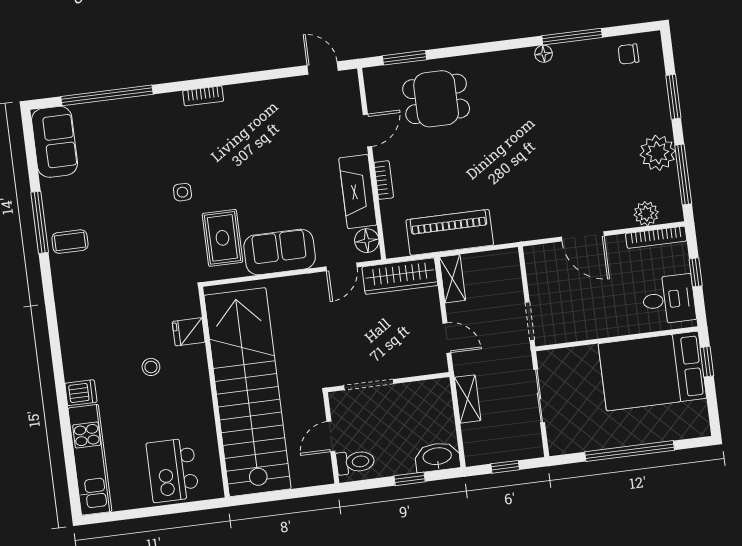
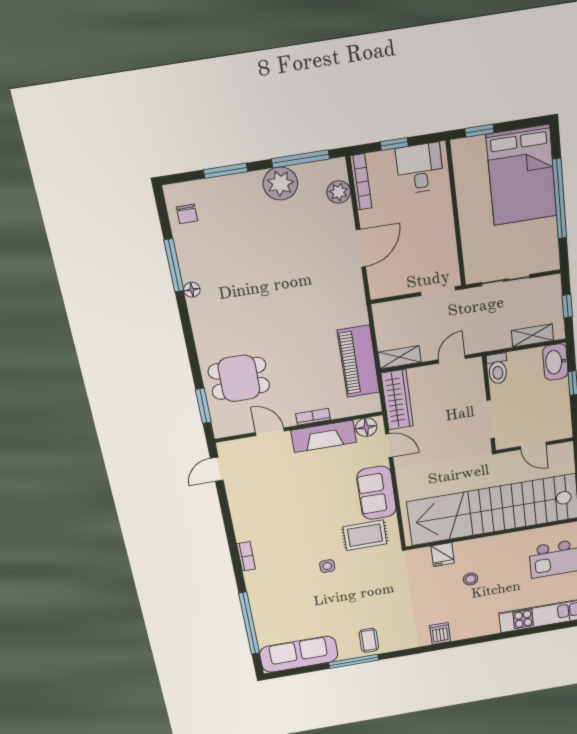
dining table: (436, 99) -> (239, 378), turned 90
sofa: (55, 142) -> (299, 654), width x1.36
bed: (652, 371) -> (521, 175), moved
dishwasher: (81, 393) -> (440, 634), moved
shelving: (468, 399) -> (532, 335), moved
toilet: (355, 462) -> (497, 369), moved, turned 180

